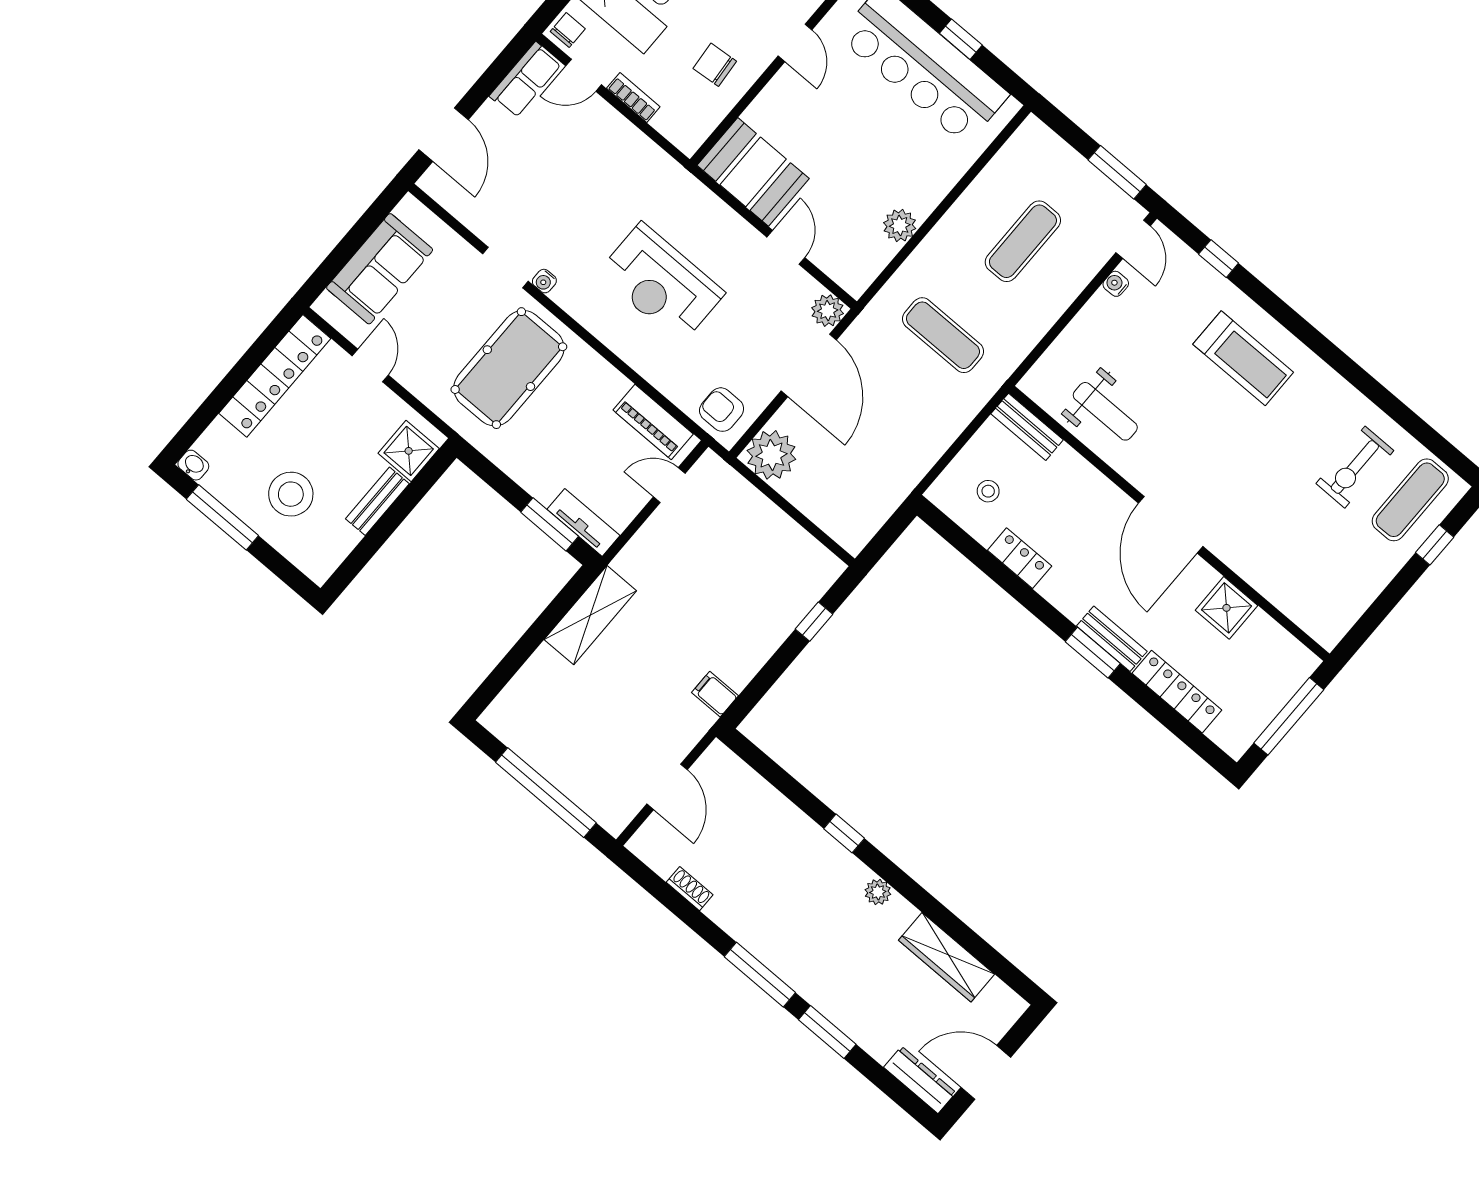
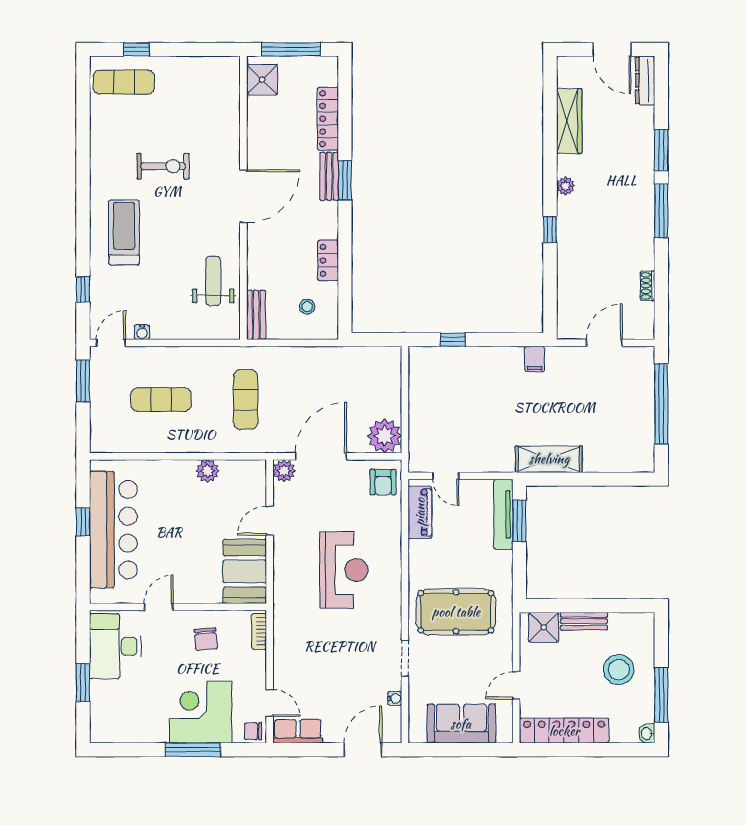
bookcase: (633, 97) -> (259, 631), moved
water cooler: (544, 281) -> (395, 698), moved
exercise bike: (1355, 467) -> (163, 166), moved
tv unit: (583, 522) -> (503, 514), width x1.41
shower: (1227, 608) -> (262, 80), moved

